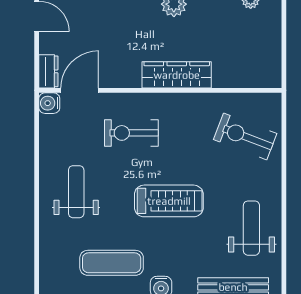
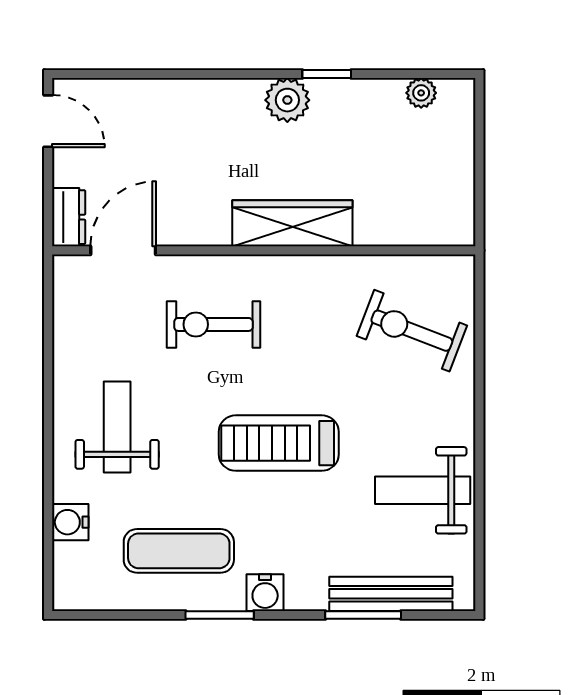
water cooler: (49, 103) -> (70, 522), moved
treadmill: (169, 201) -> (279, 443), turned 180
weight bench: (251, 228) -> (423, 490), turned -90

